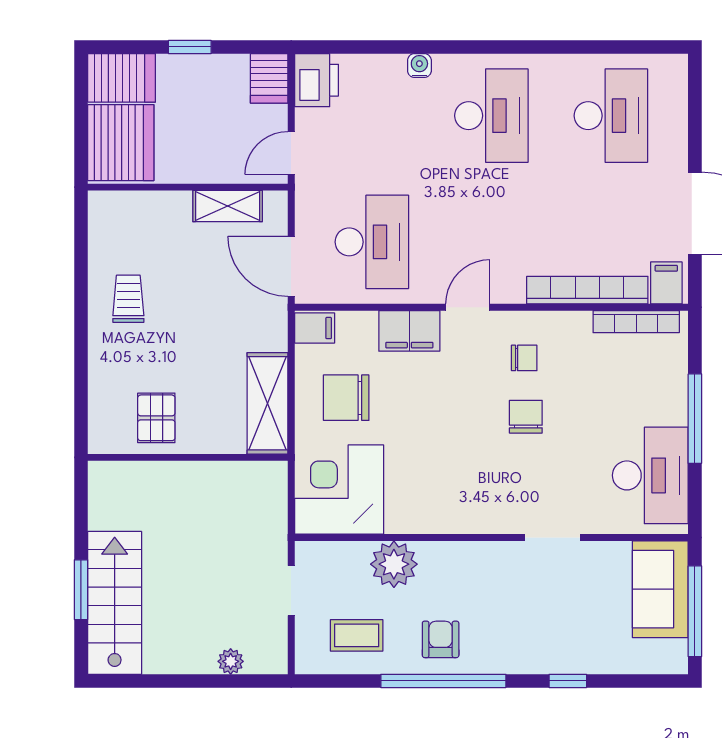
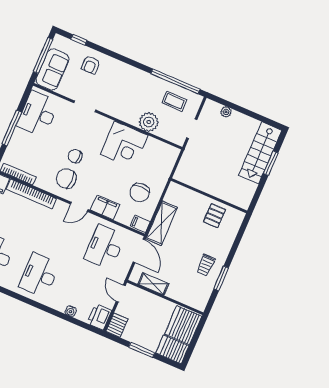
window: (190, 47) -> (142, 350), width x1.50
water cooler: (419, 66) -> (71, 311), moved
door: (291, 153) -> (121, 294), swing flipped
window: (81, 284) -> (221, 278), added
chair: (524, 358) -> (66, 179), width x1.87, depth x1.87
chair: (346, 398) -> (140, 192), turned 90
shelving: (268, 403) -> (162, 223), moved
chair: (526, 417) -> (75, 156), turned 90
corner desk: (339, 490) -> (124, 145), moved
armchair: (441, 639) -> (90, 65), moved
window: (443, 681) -> (175, 81), moved
window: (568, 681) -> (79, 40), moved

